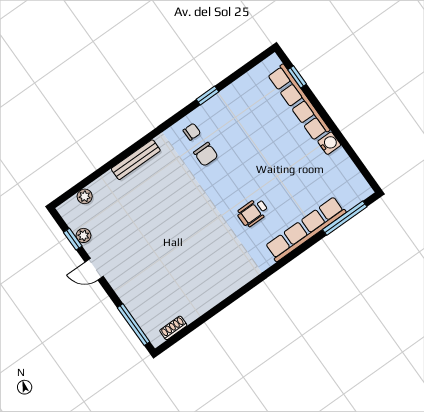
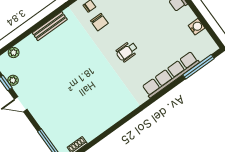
water cooler: (329, 143) -> (197, 27), moved
wheelchair: (253, 212) -> (127, 51), moved

